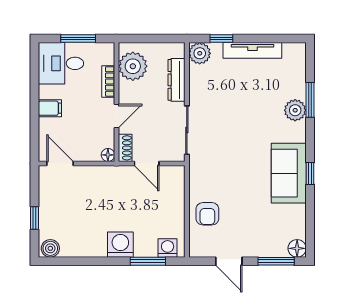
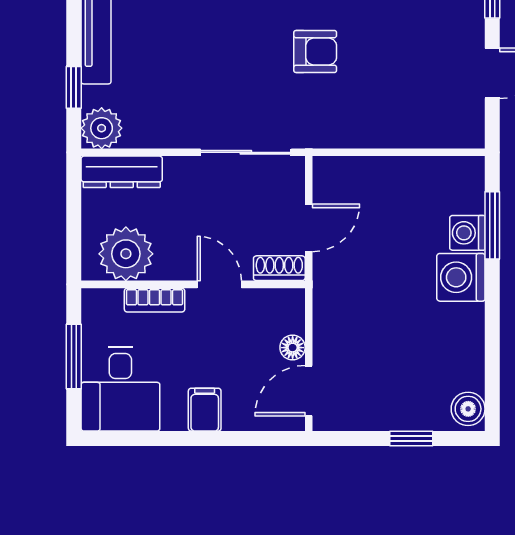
dresser: (176, 80) -> (122, 172), moved
floor lamp: (108, 155) -> (293, 348), moved
armchair: (207, 214) -> (315, 51), moved
washing machine: (168, 248) -> (467, 233), moved

